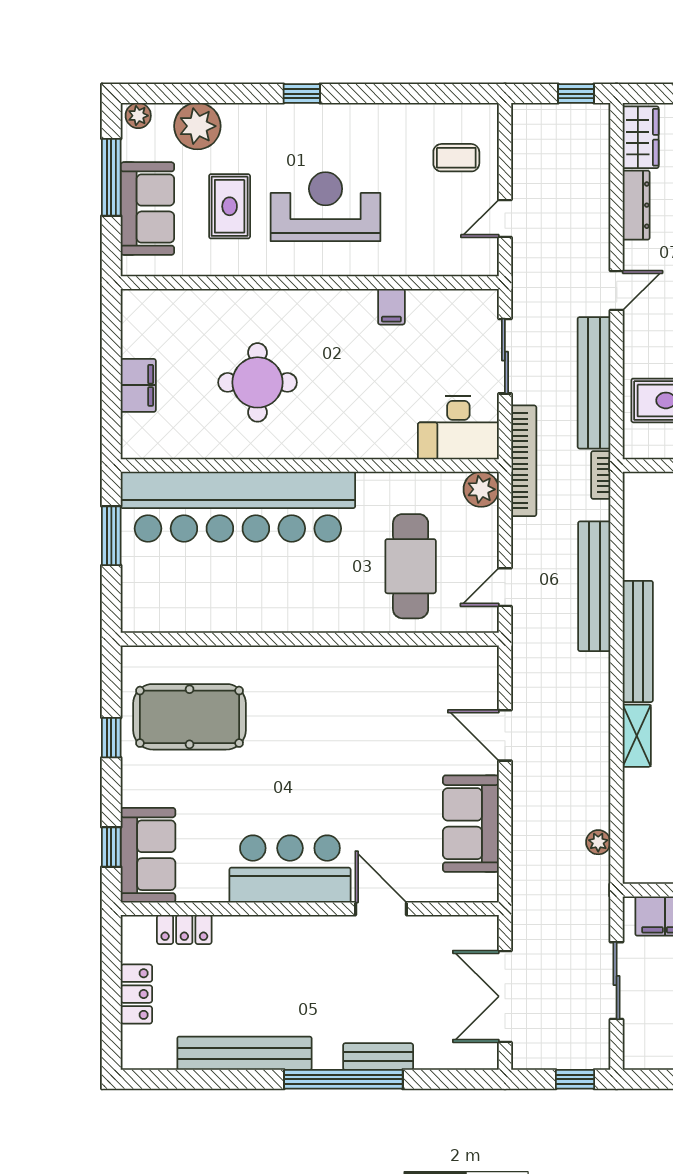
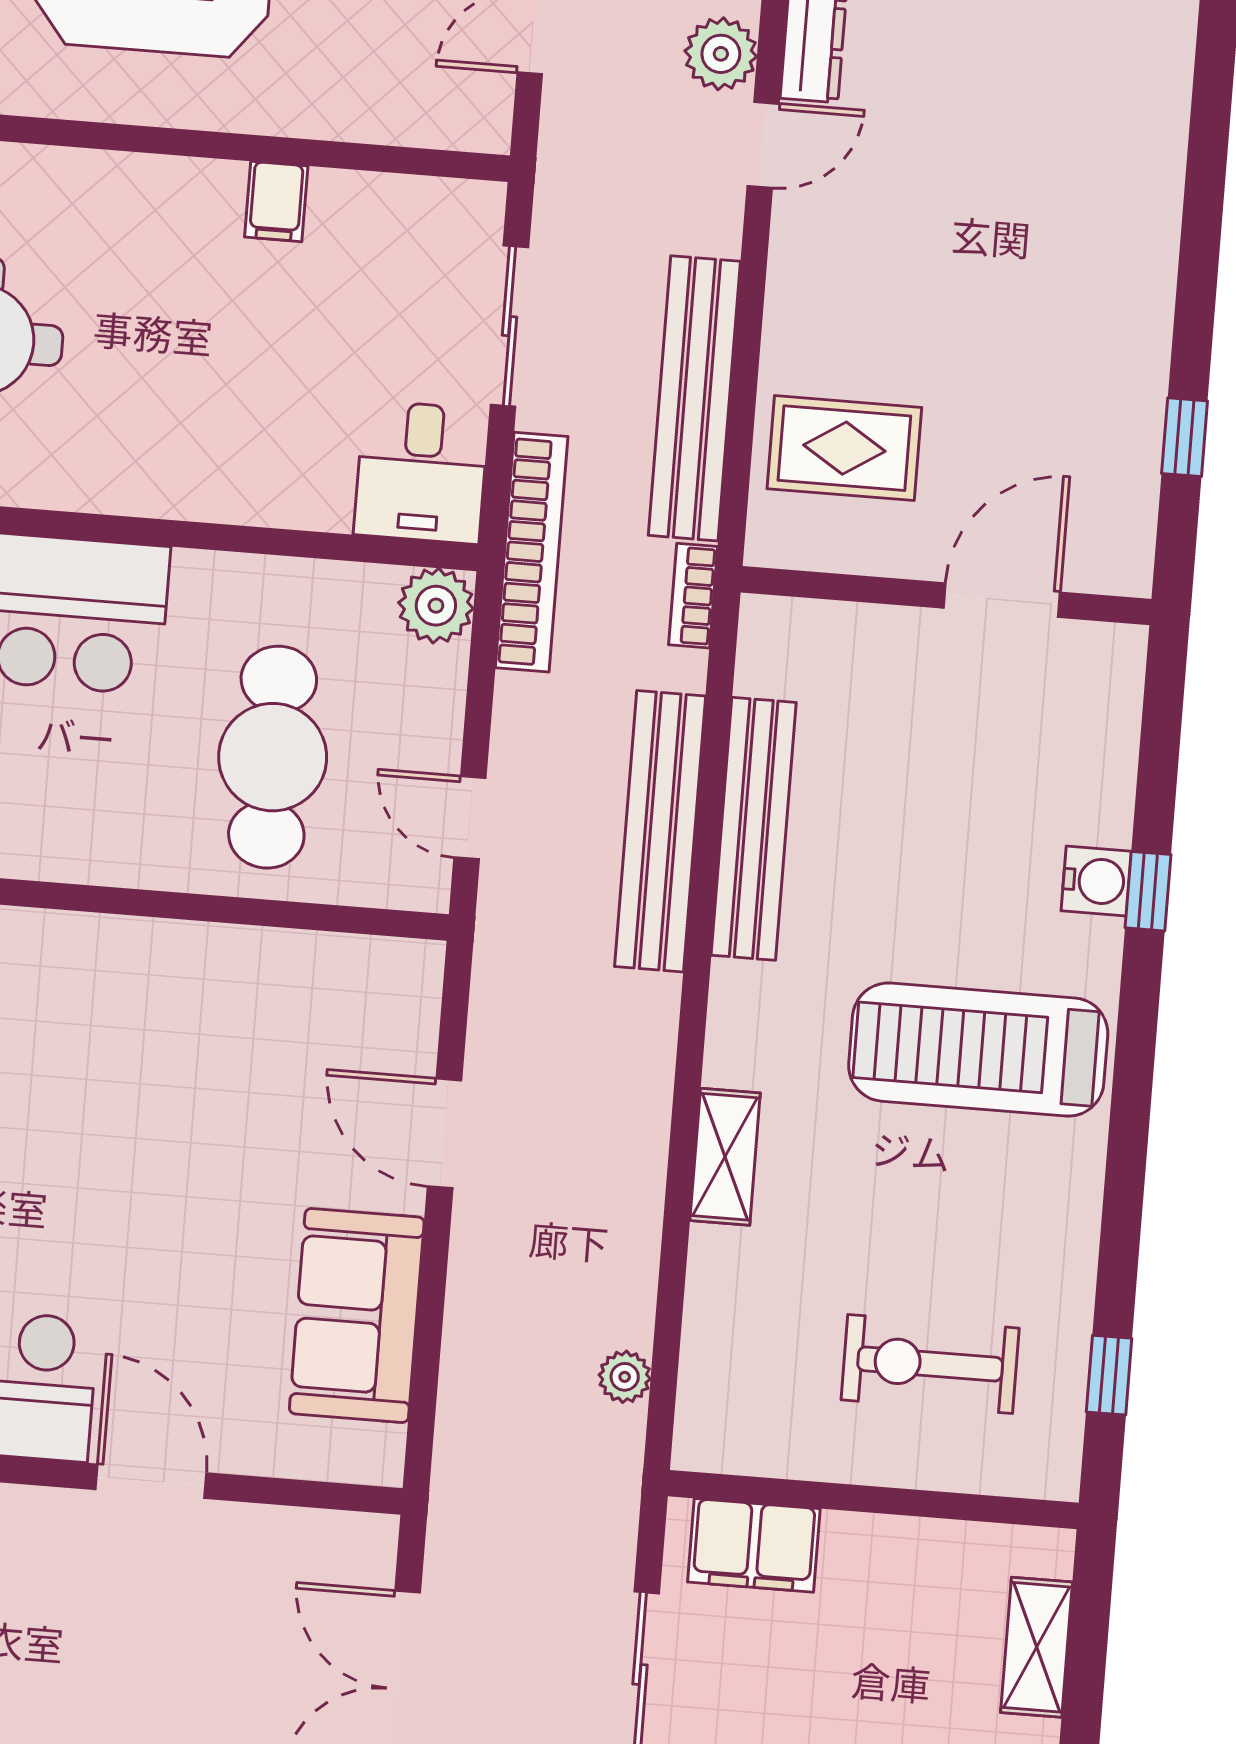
plant: (593, 221) -> (721, 54), added
door: (617, 290) -> (763, 145), moved
desk: (458, 428) -> (421, 472), width x0.73
door: (505, 587) -> (470, 818), hinge flipped
bench: (638, 641) -> (754, 829), moved

